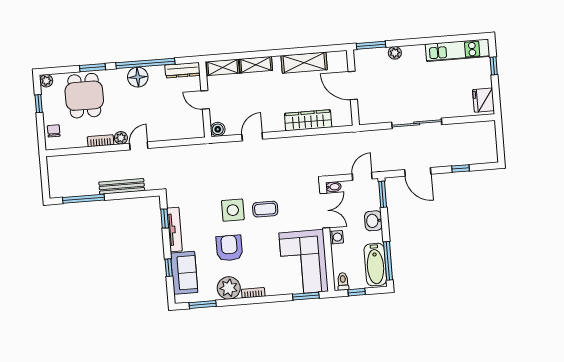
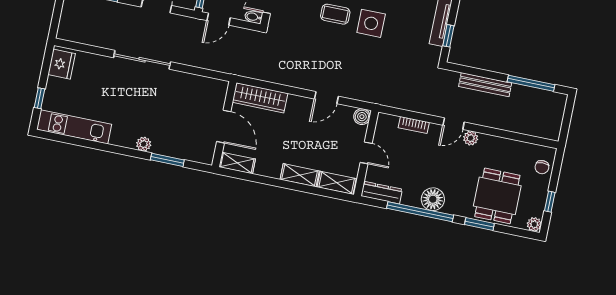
shelving: (304, 63) -> (237, 163), width x0.67, depth x0.75
door: (353, 85) -> (224, 127), moved
wall: (353, 88) -> (224, 124), moved
bookcase: (101, 141) -> (414, 125), moved

